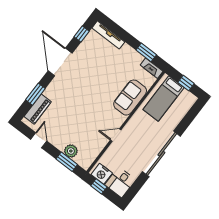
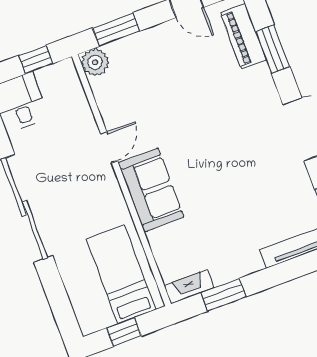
sofa: (130, 98) -> (151, 190), moved
plant: (71, 151) -> (95, 62), moved
nightstand: (102, 174) -> (55, 79), removed

